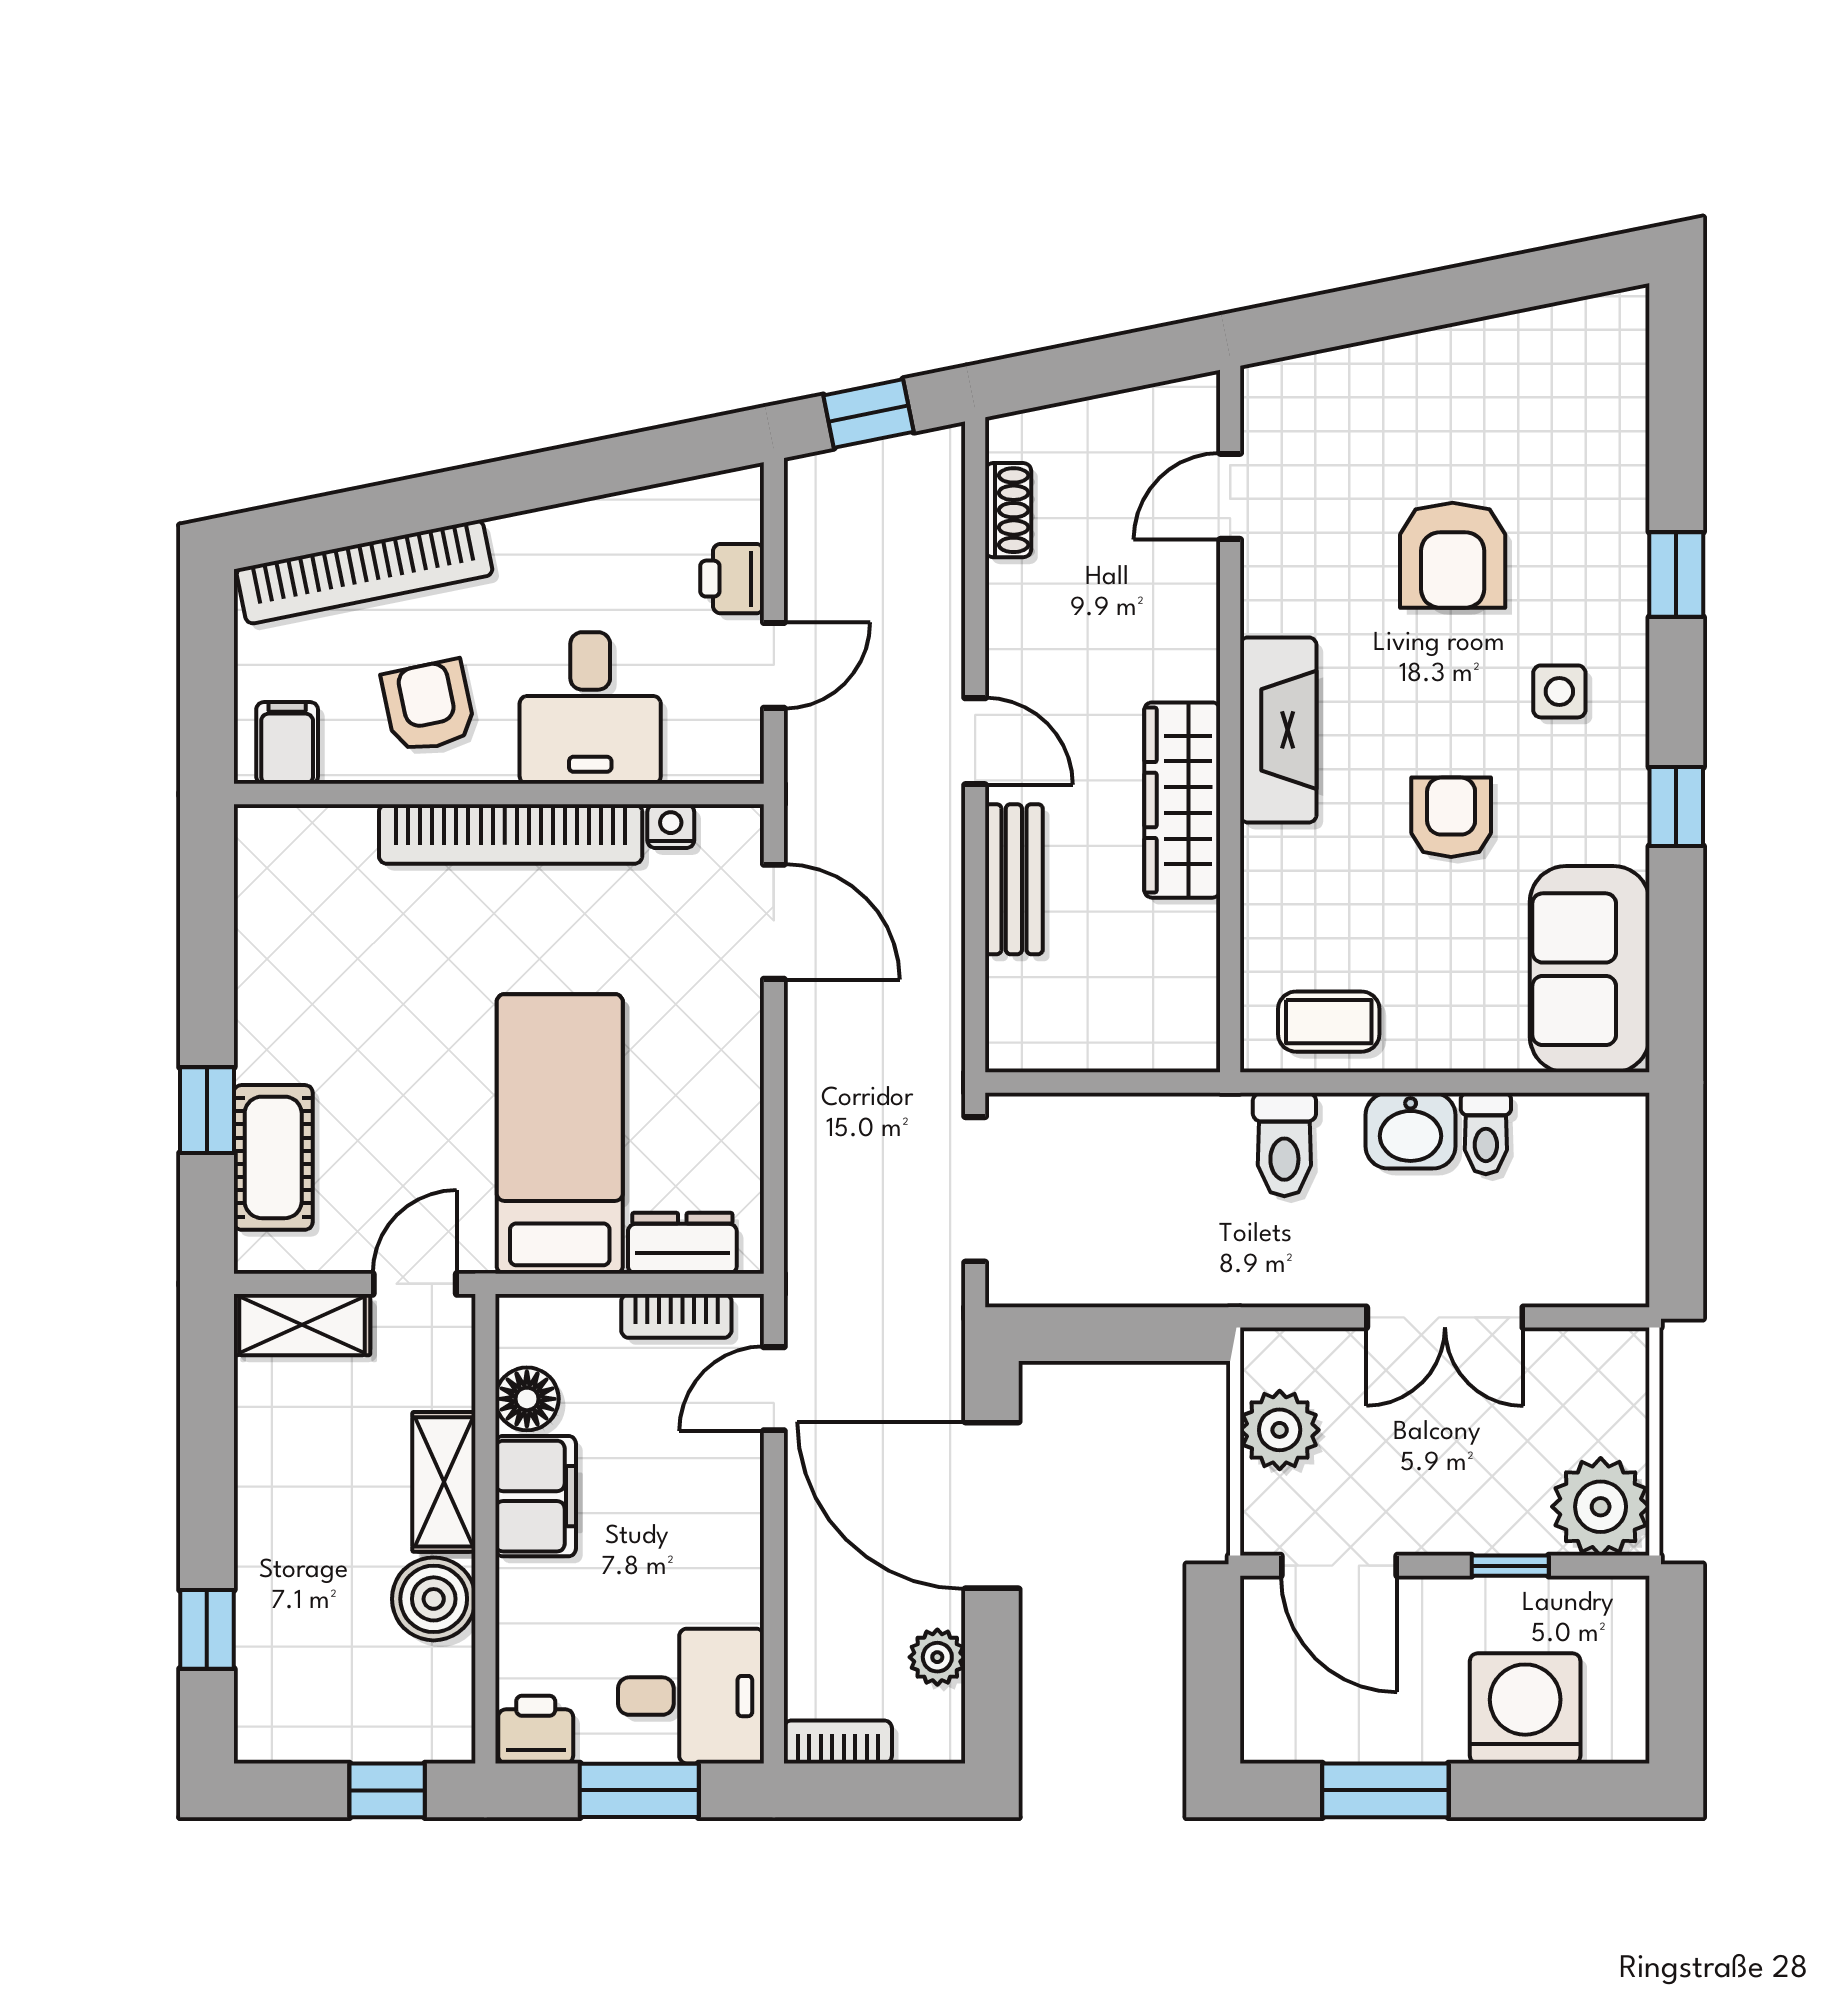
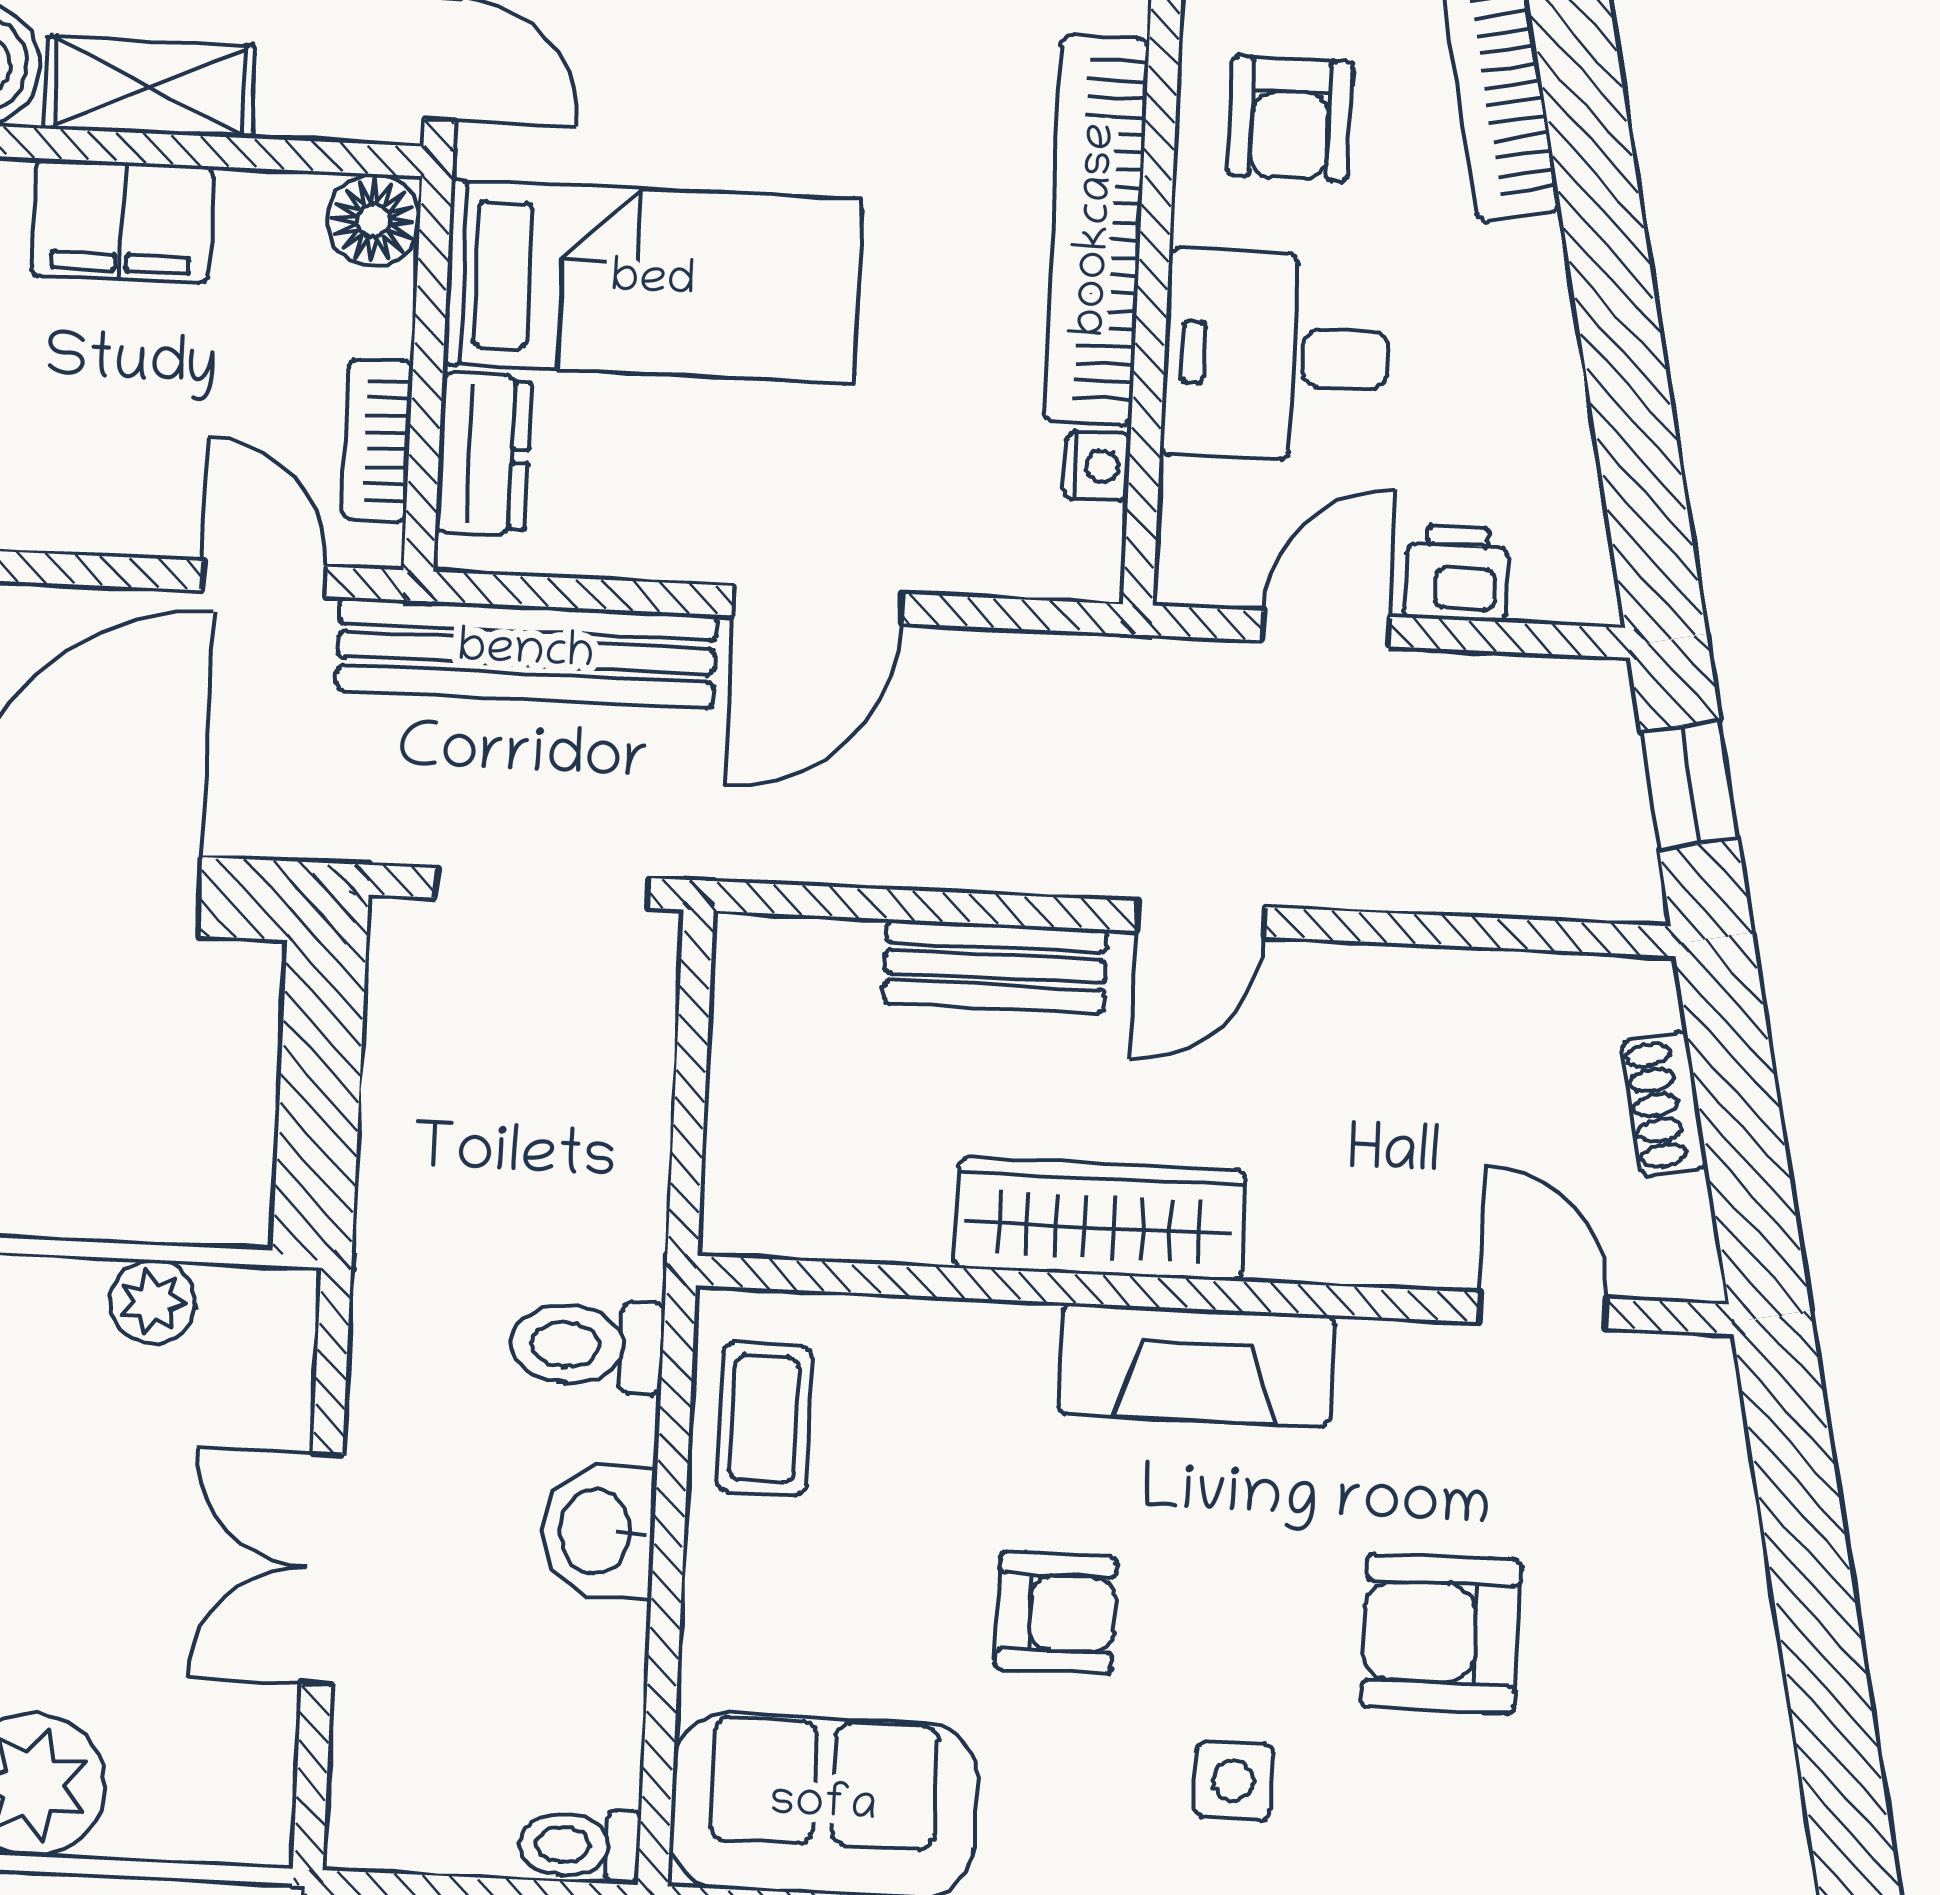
shoe rack: (1008, 510) -> (1664, 1104), moved, turned 79
door: (774, 665) -> (1326, 629), swing flipped
armchair: (429, 706) -> (1290, 119), turned 102
door: (774, 922) -> (818, 605), moved
toilet: (1486, 1133) -> (580, 1845), moved
bench: (816, 1208) -> (526, 653), added
floor lamp: (527, 1399) -> (374, 220), moved
plant: (1280, 1430) -> (153, 1302), width x0.73, depth x0.73

